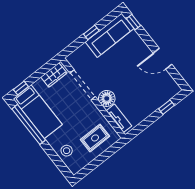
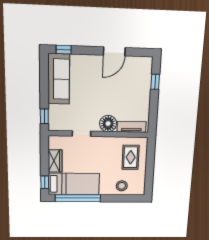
window: (91, 32) -> (44, 116), moved
wardrobe: (54, 75) -> (55, 161), moved
doorway: (83, 85) -> (81, 134), width x0.53

